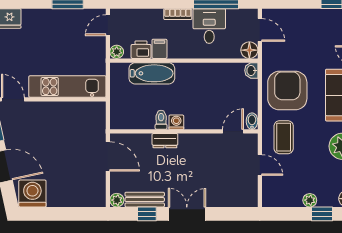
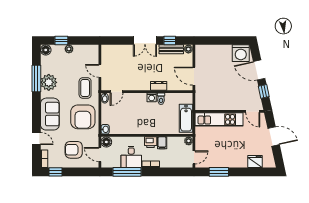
armchair: (302, 37) -> (74, 150), added
printer: (141, 50) -> (151, 142), moved
bathtub: (152, 73) -> (186, 118), moved, turned -90

